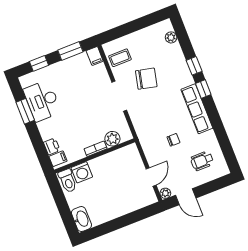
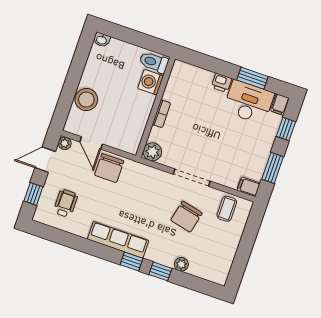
plant: (171, 37) -> (181, 264), moved
plant: (112, 139) -> (152, 152), moved
chair: (173, 140) -> (109, 168), moved, width x1.87, depth x1.87
printer: (52, 146) -> (221, 83), moved
filing cabinet: (58, 159) -> (280, 105), moved
window: (213, 186) -> (33, 194), added
stool: (127, 203) -> (86, 100), added
washbasin: (81, 219) -> (102, 40), width x0.52, depth x0.69

